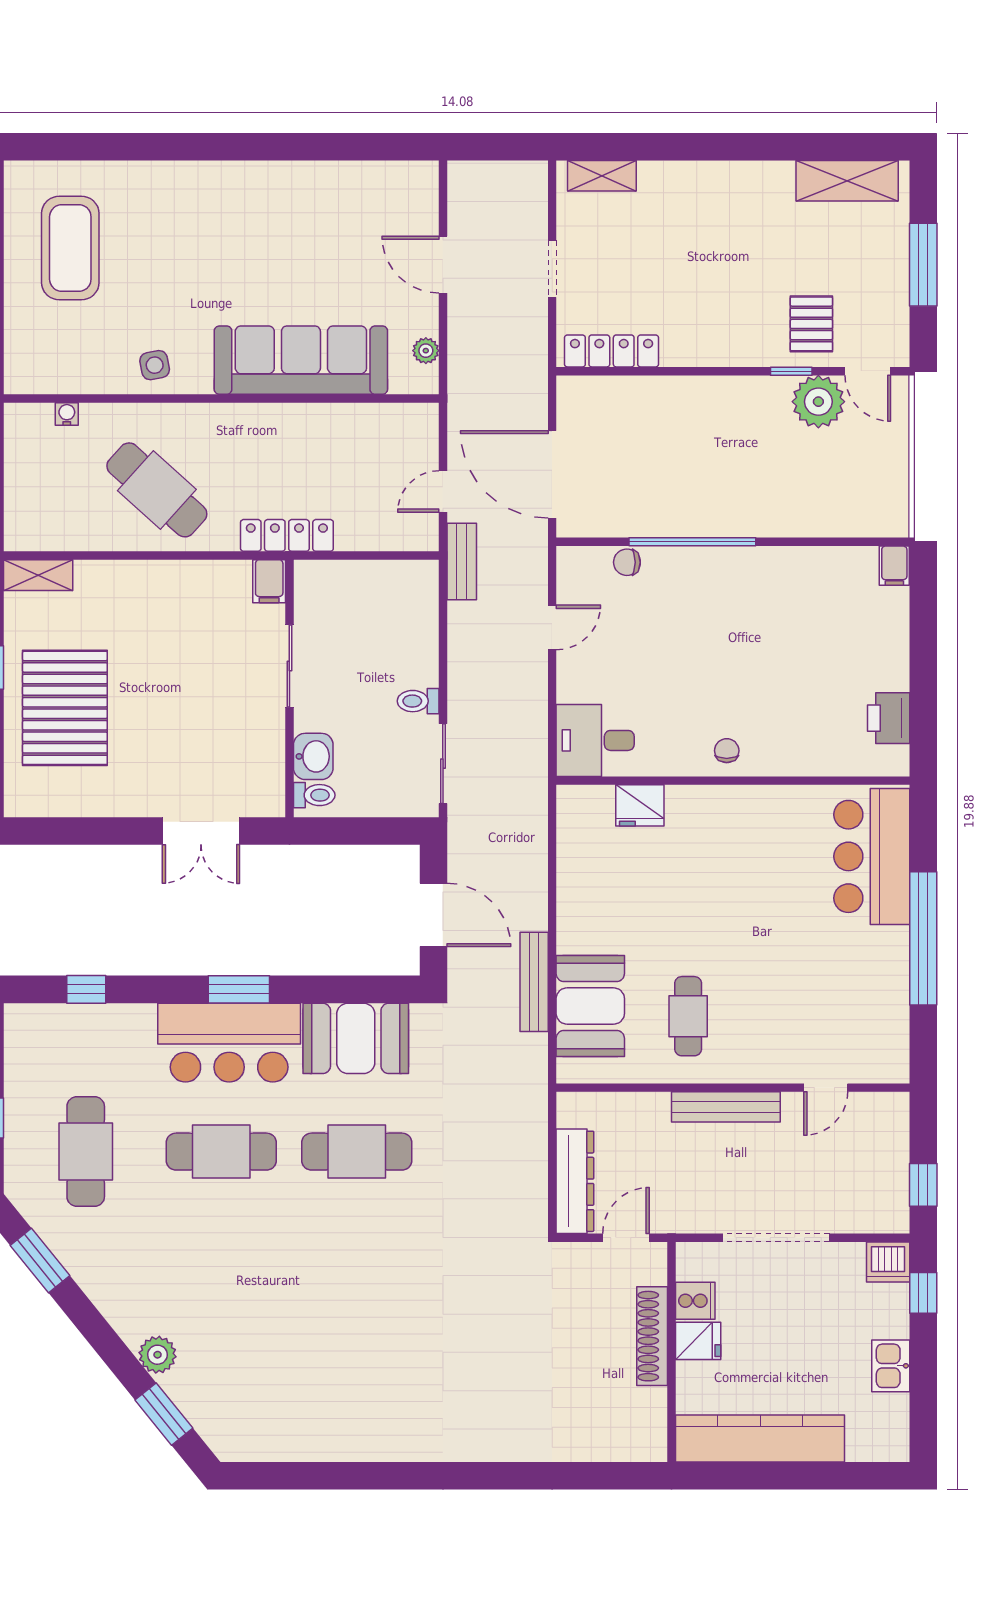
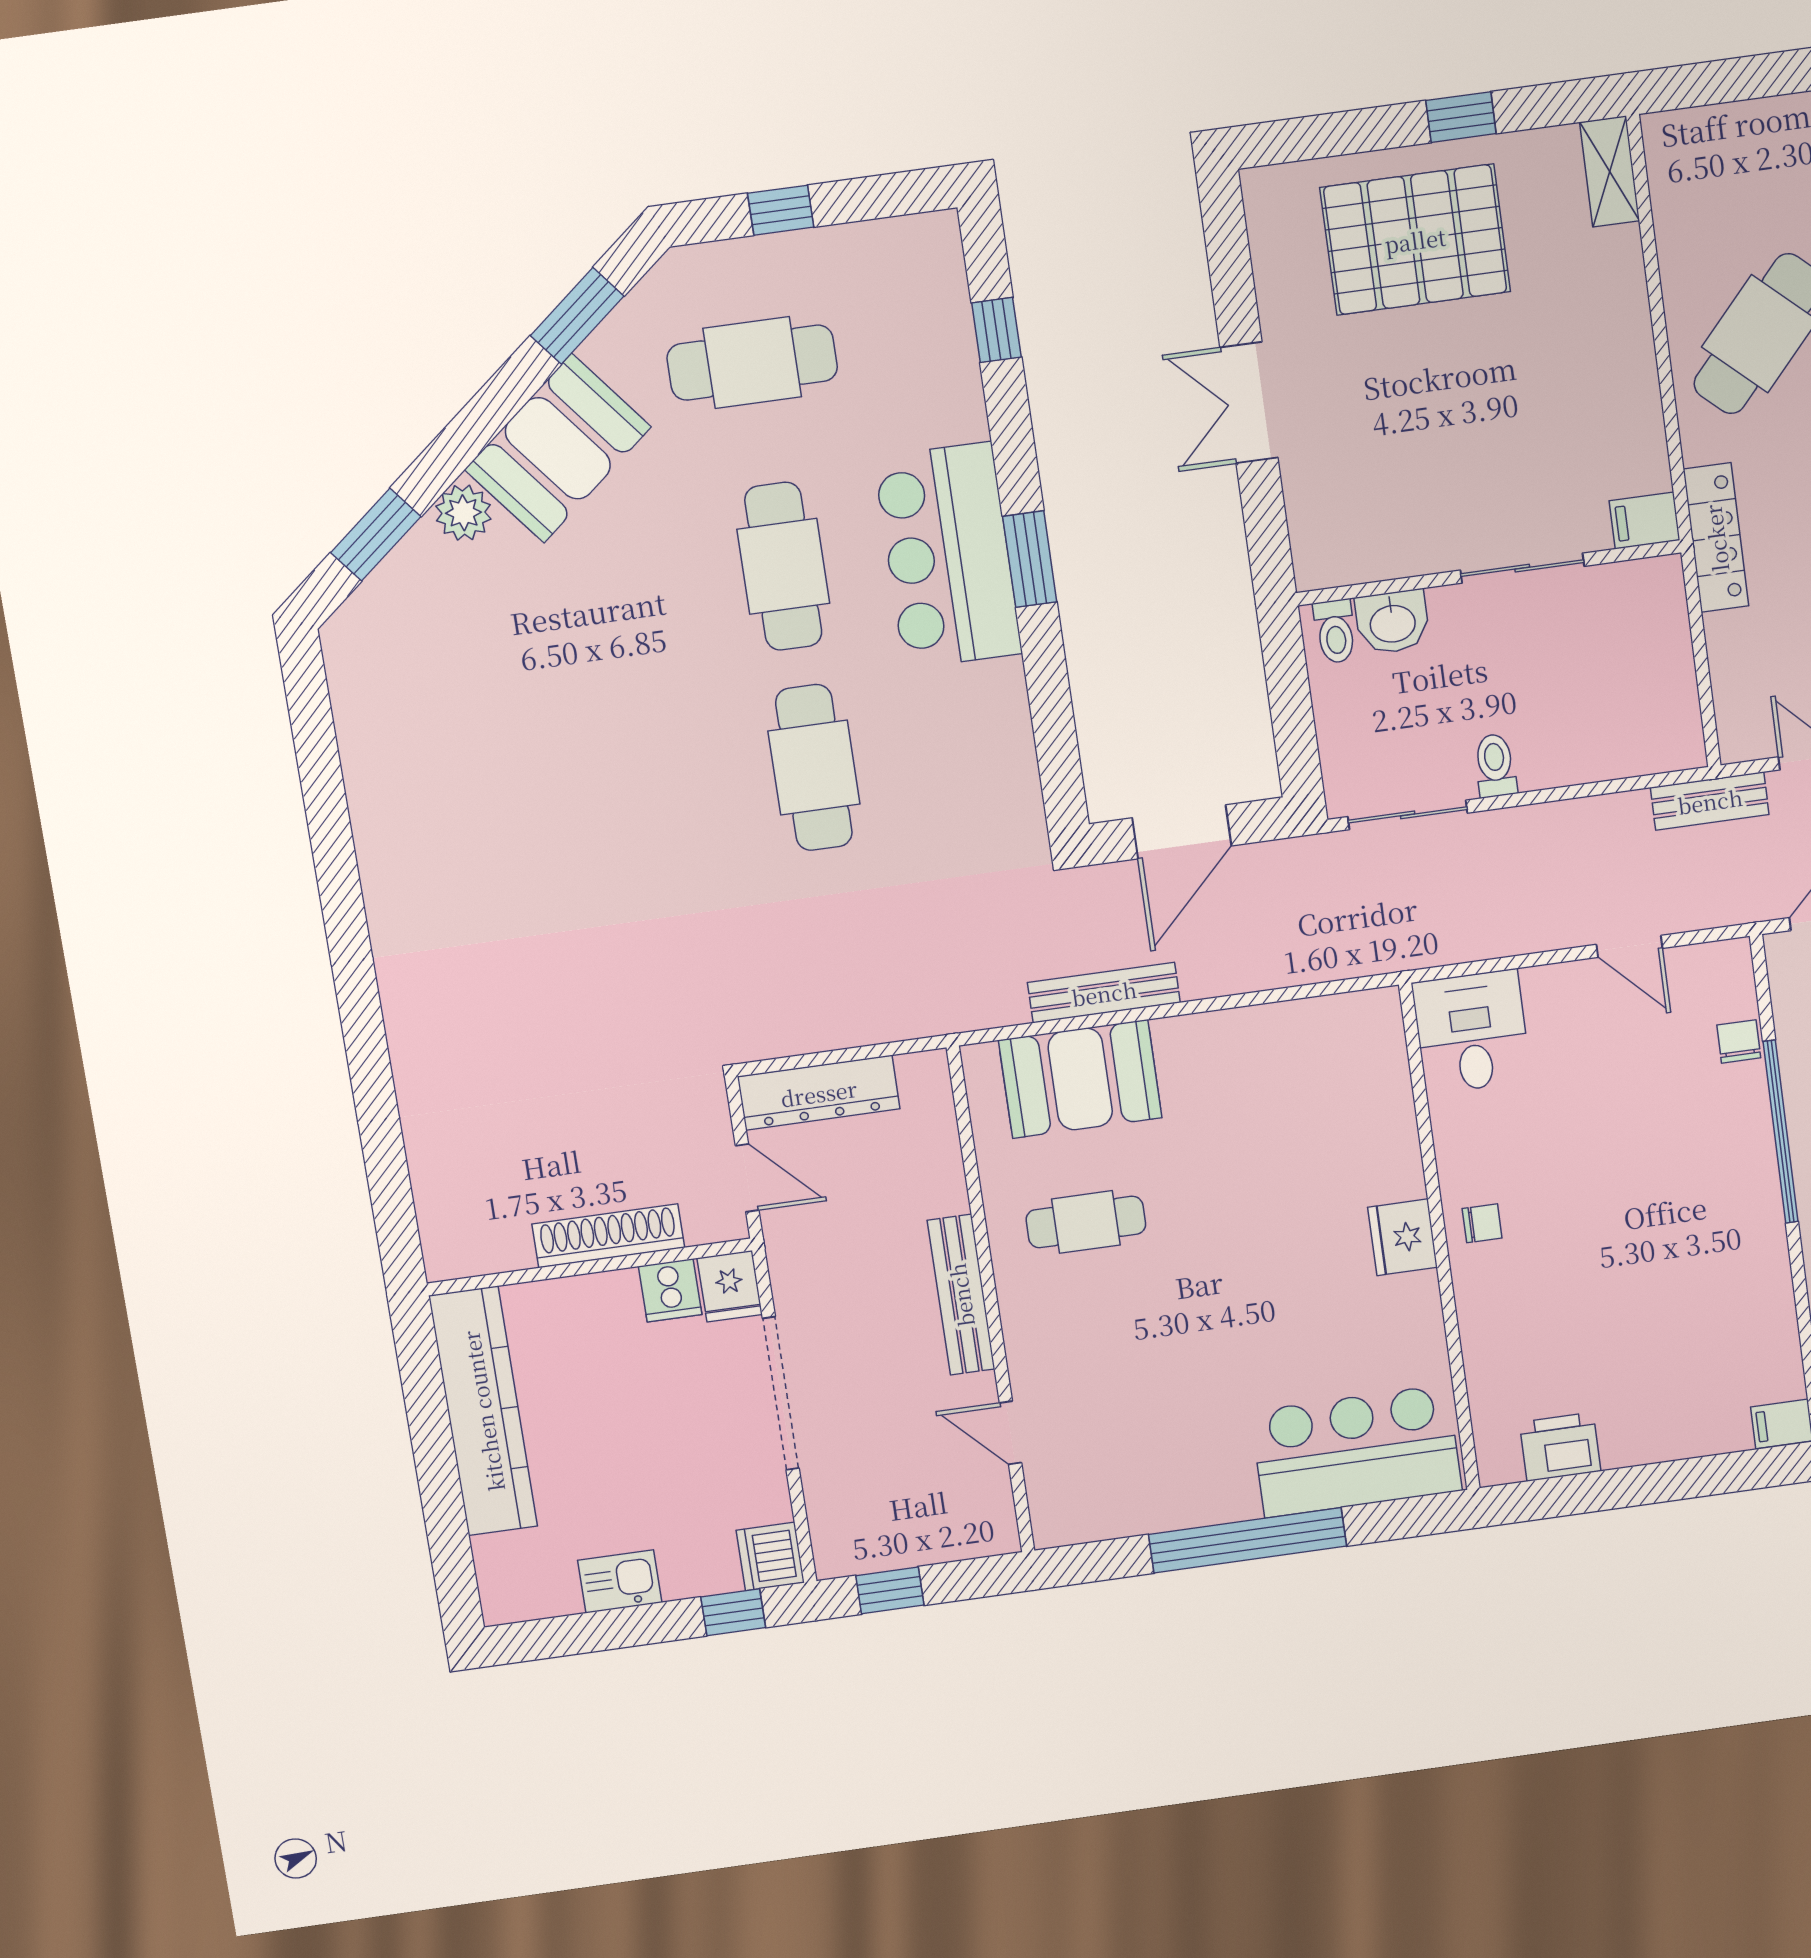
fridge: (640, 805) -> (1402, 1237), moved
double door: (201, 831) -> (1249, 403), moved
booth: (356, 1038) -> (558, 448), moved, turned 51
fridge: (698, 1341) -> (730, 1286), moved

